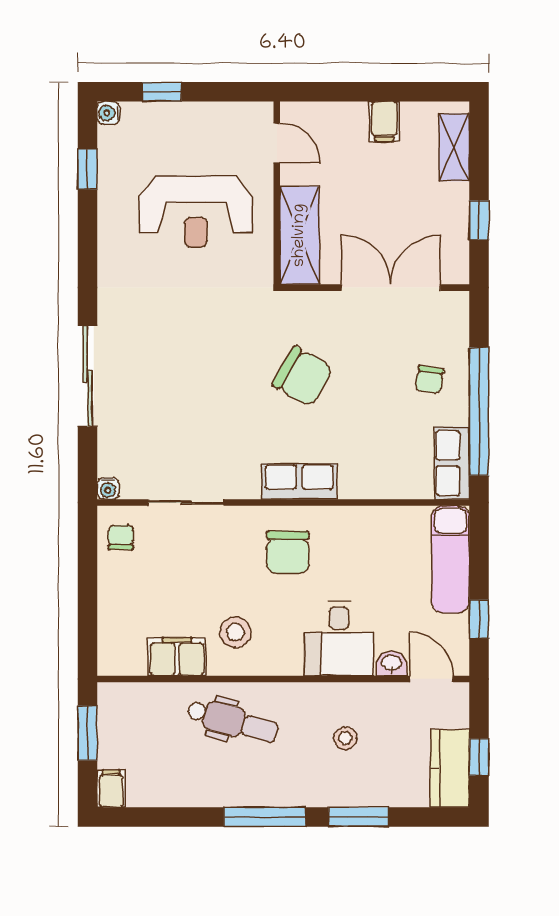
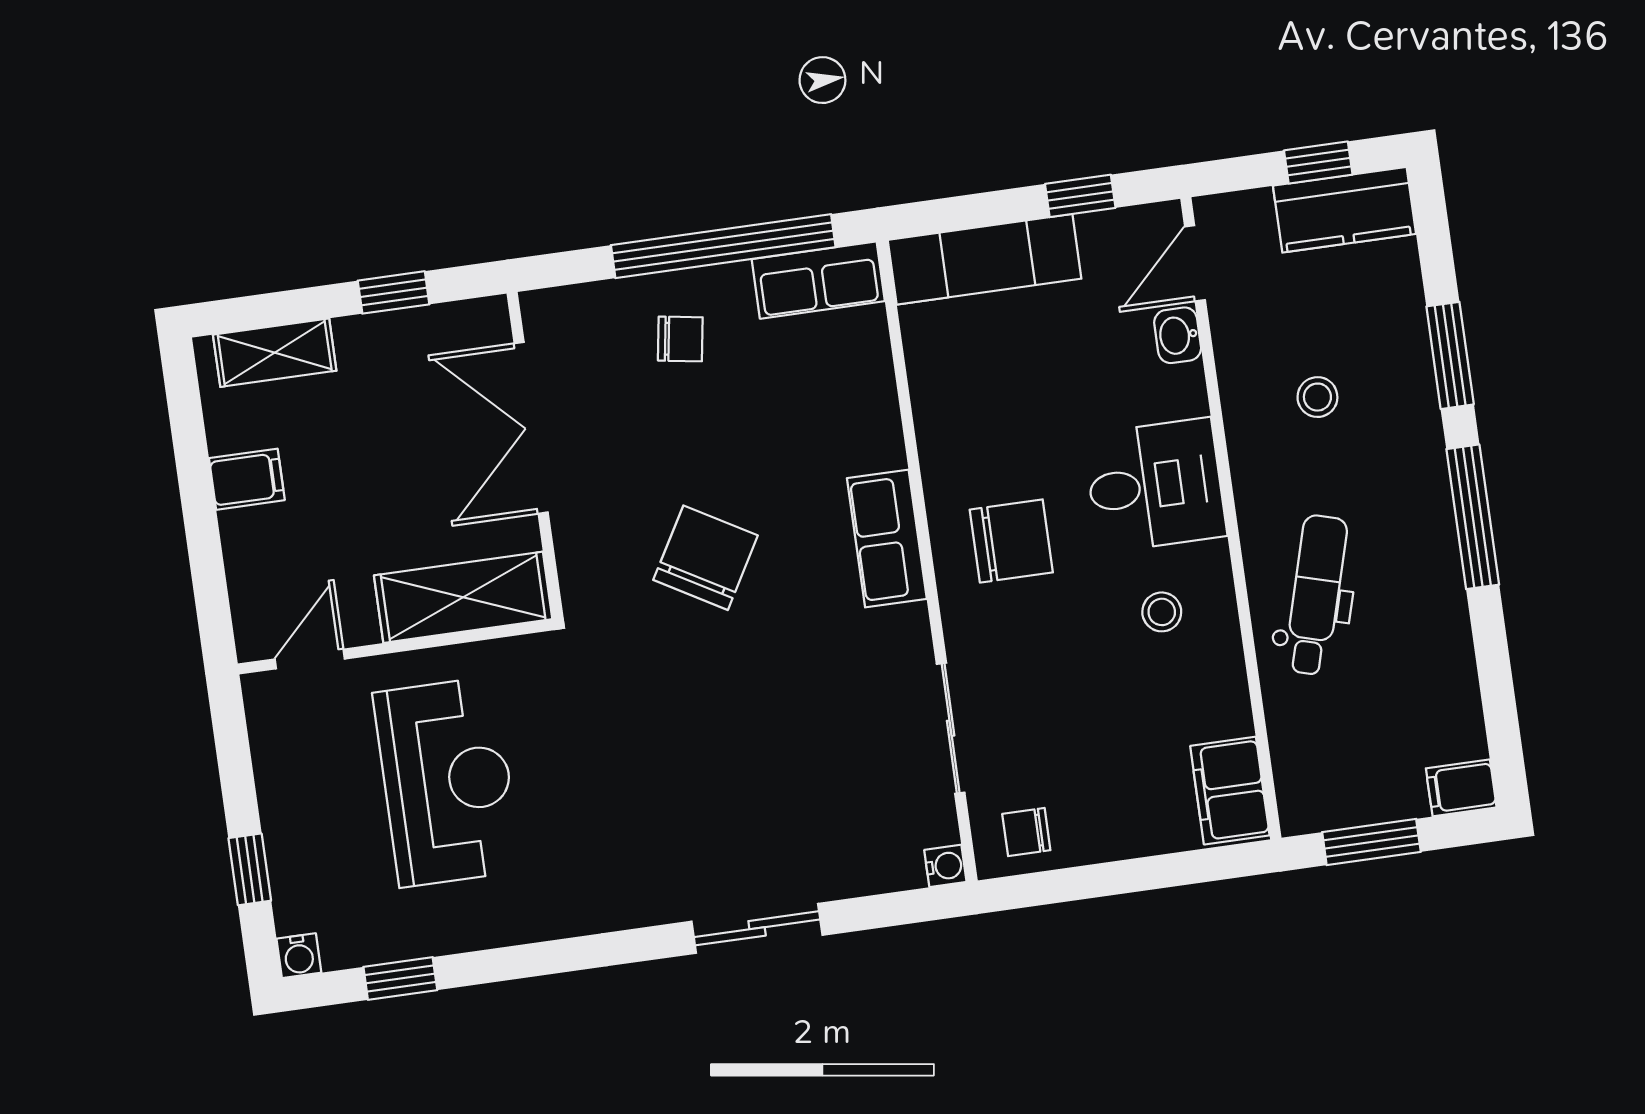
sliding door: (87, 376) -> (757, 928), width x0.73
stool: (235, 632) -> (1162, 612), width x0.73, depth x0.73
desk: (339, 638) -> (1155, 485), moved
filing cabinet: (177, 657) -> (1230, 791), moved

